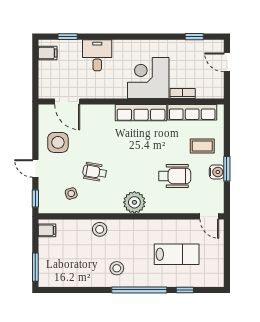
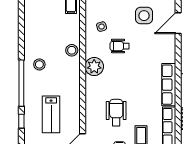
wheelchair: (95, 172) -> (120, 46), turned -100
wheelchair: (175, 176) -> (116, 113), turned 180
plant: (134, 202) -> (94, 67), moved

